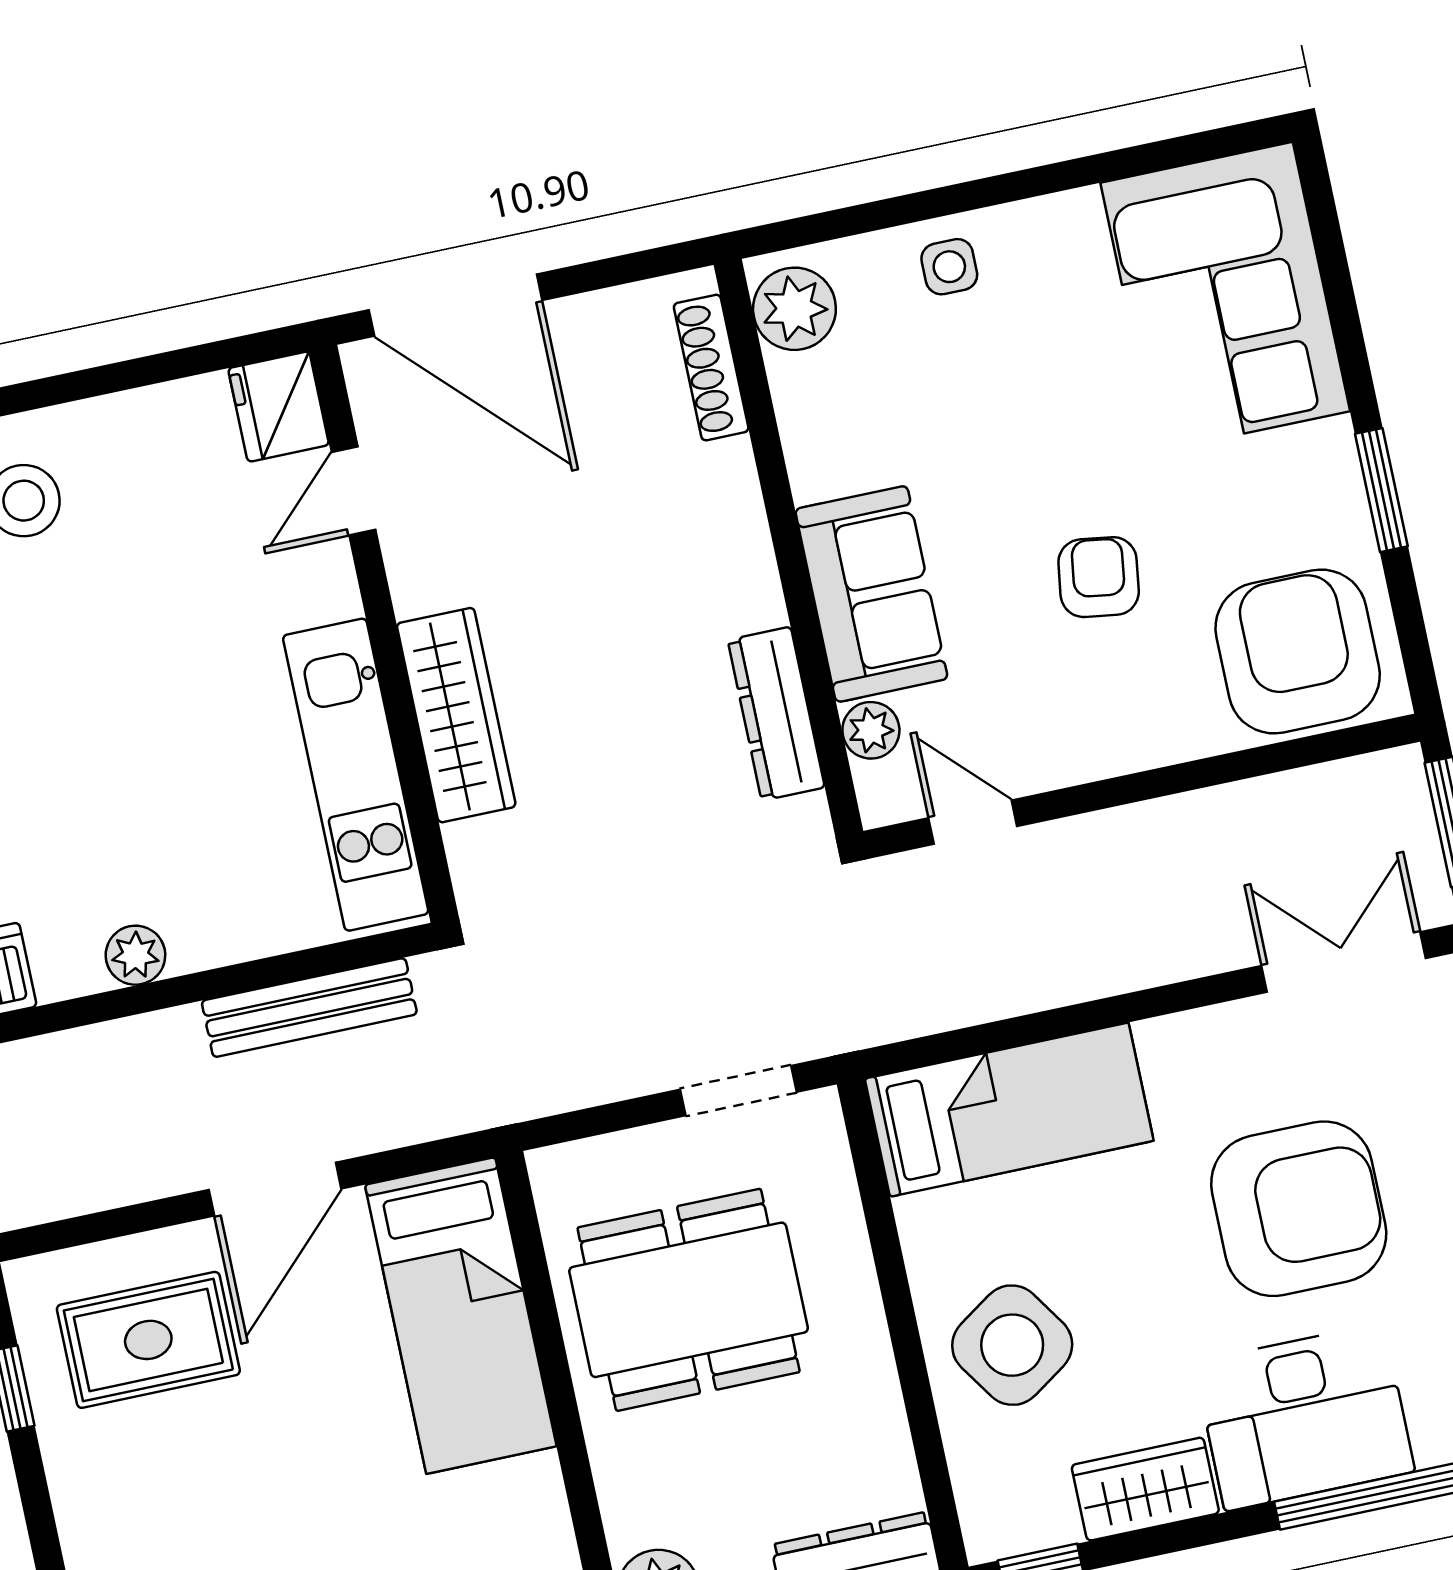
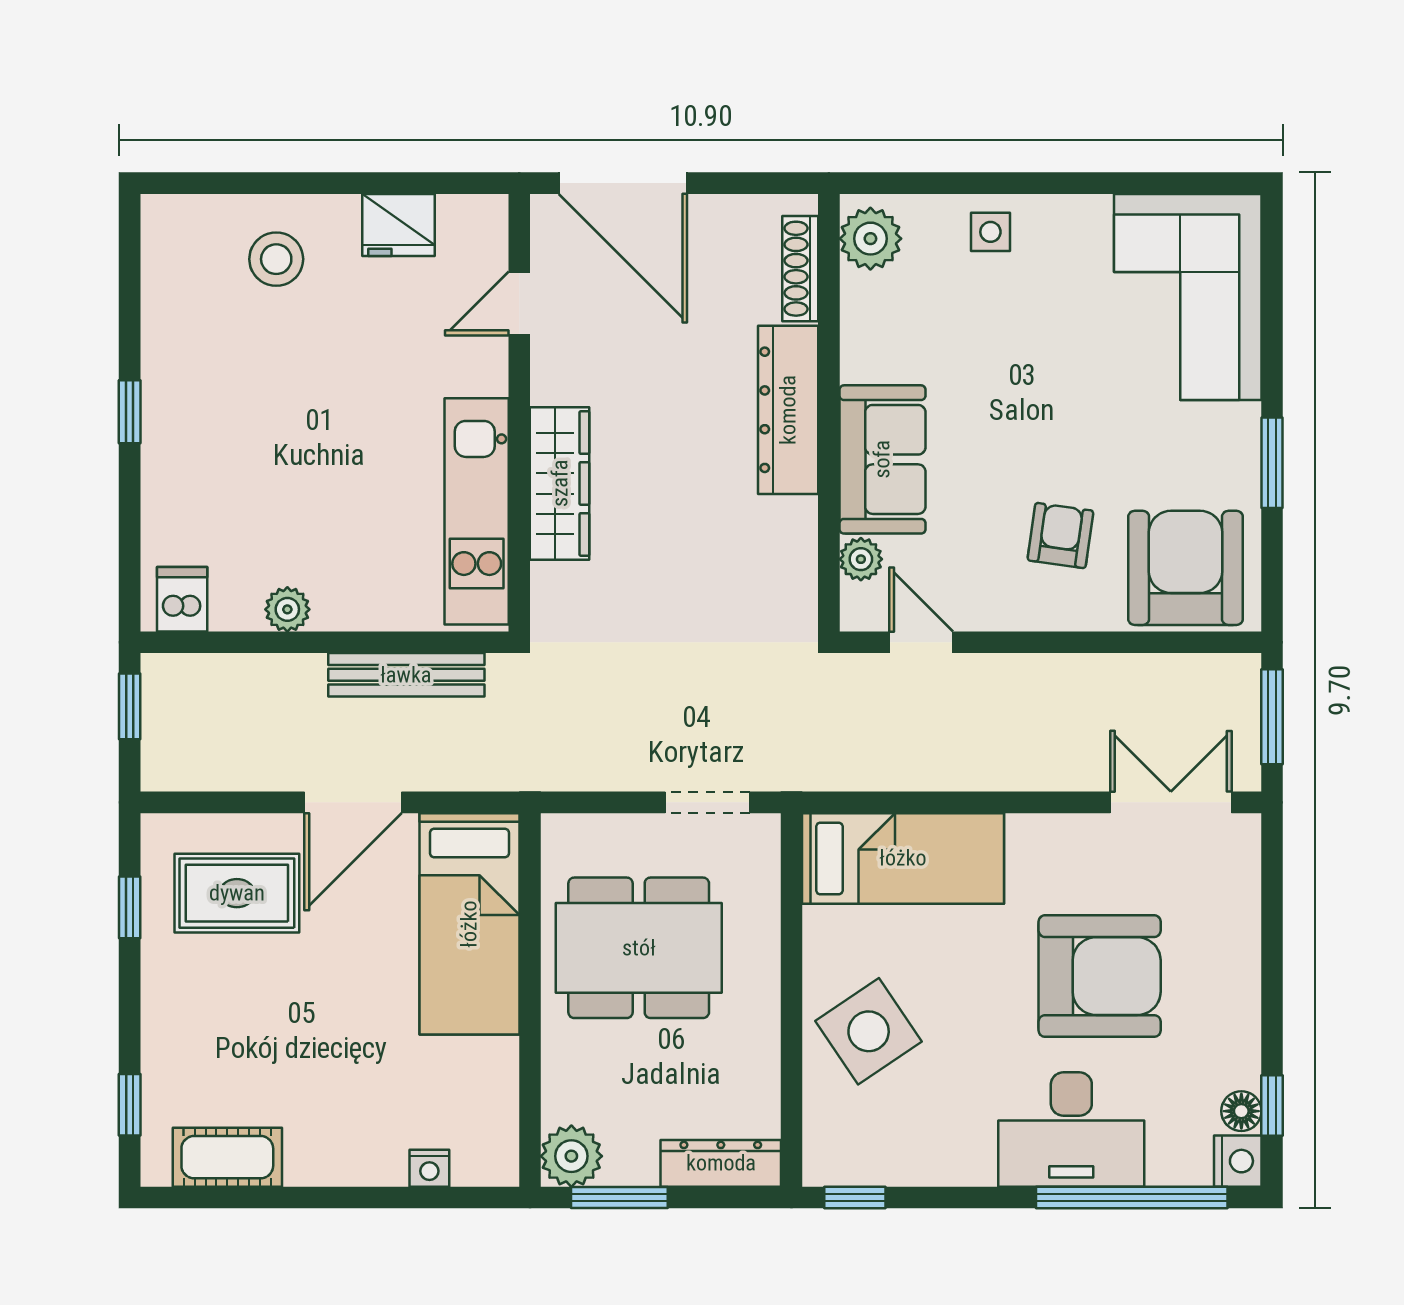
fridge: (279, 407) -> (399, 225), moved, turned -90
armchair: (1099, 577) -> (1060, 535), moved
dresser: (776, 714) -> (788, 410), moved, width x1.37, depth x1.24
wardrobe: (1145, 1489) -> (944, 1157), removed

